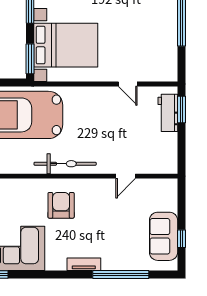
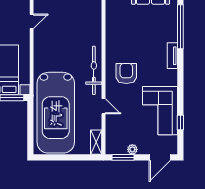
door: (126, 176) -> (104, 106), moved
armchair: (61, 205) -> (126, 73), turned 90

